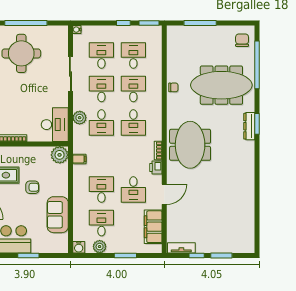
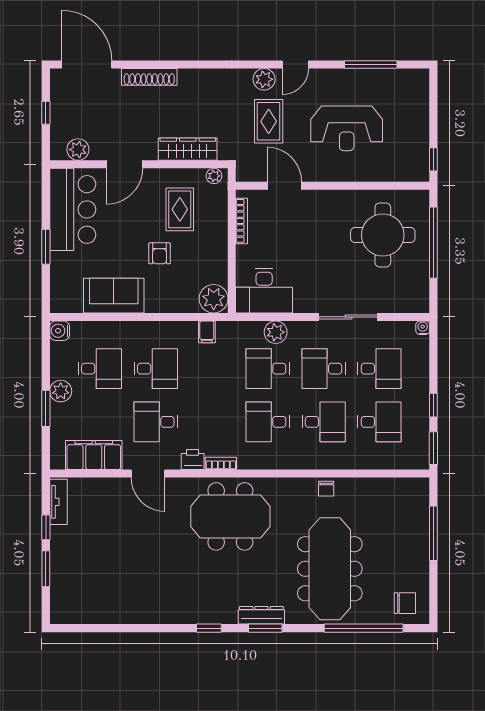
desk: (101, 89) -> (324, 369), turned 180
window: (257, 158) -> (209, 628), added
plant: (100, 247) -> (61, 391), moved

